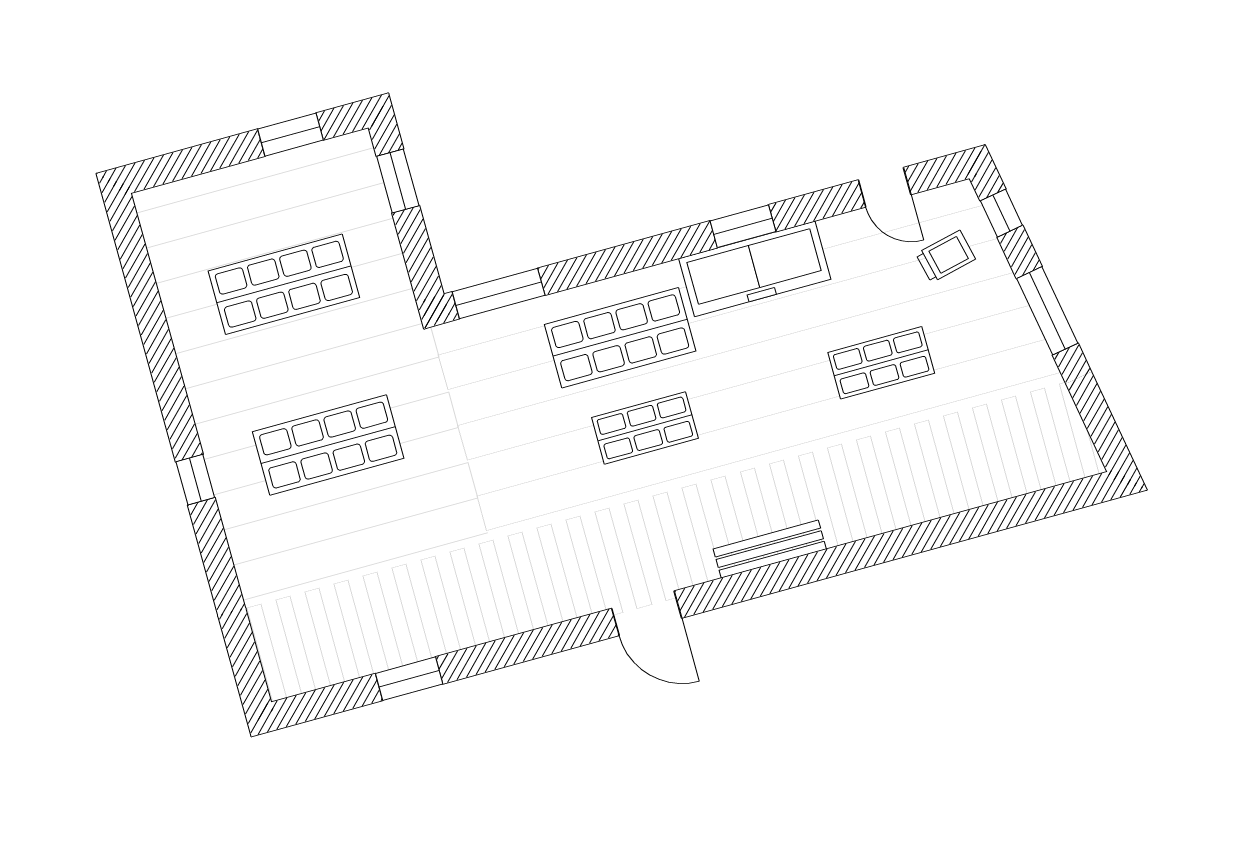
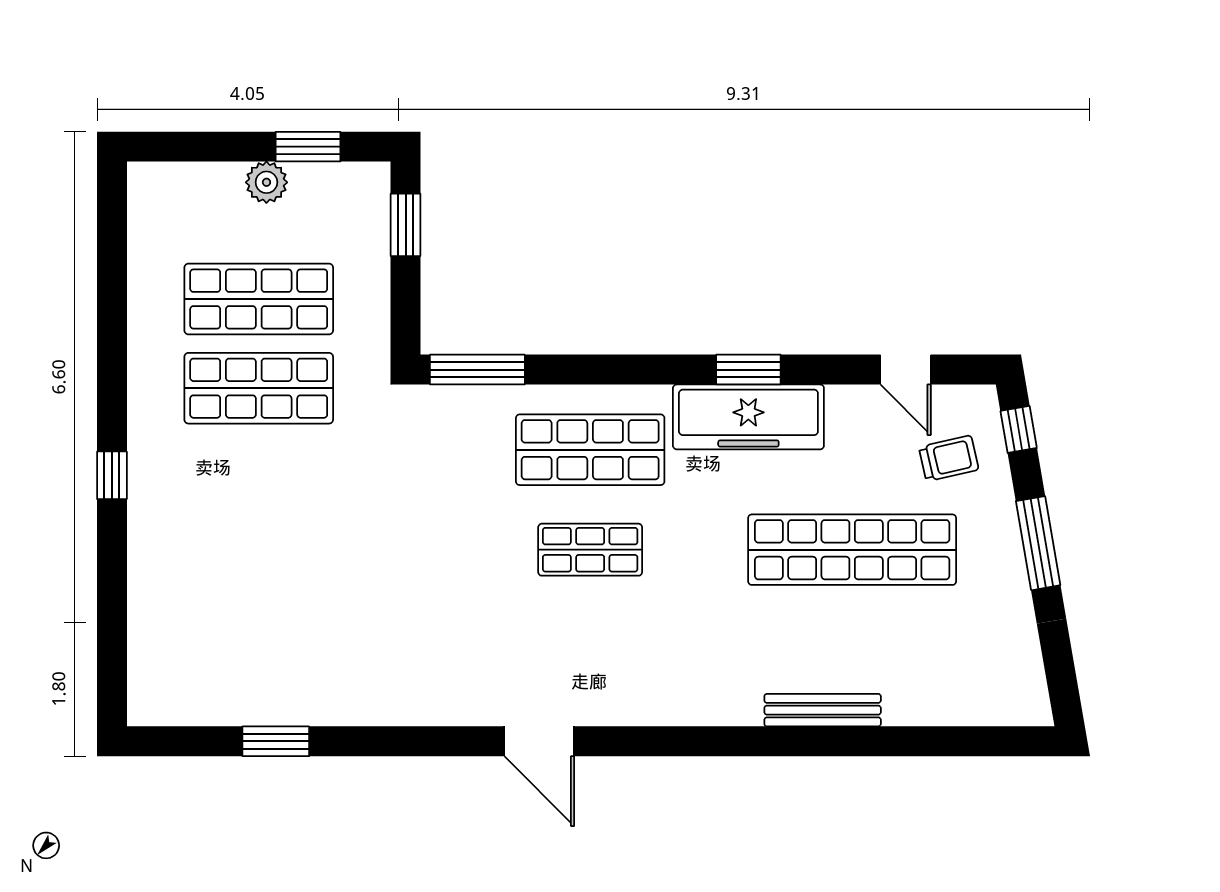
plant: (262, 177) -> (266, 182), added
shop shelf: (881, 363) -> (852, 550), width x2.00, depth x1.36
shop shelf: (328, 445) -> (259, 388), moved
bench: (770, 549) -> (823, 710), moved

